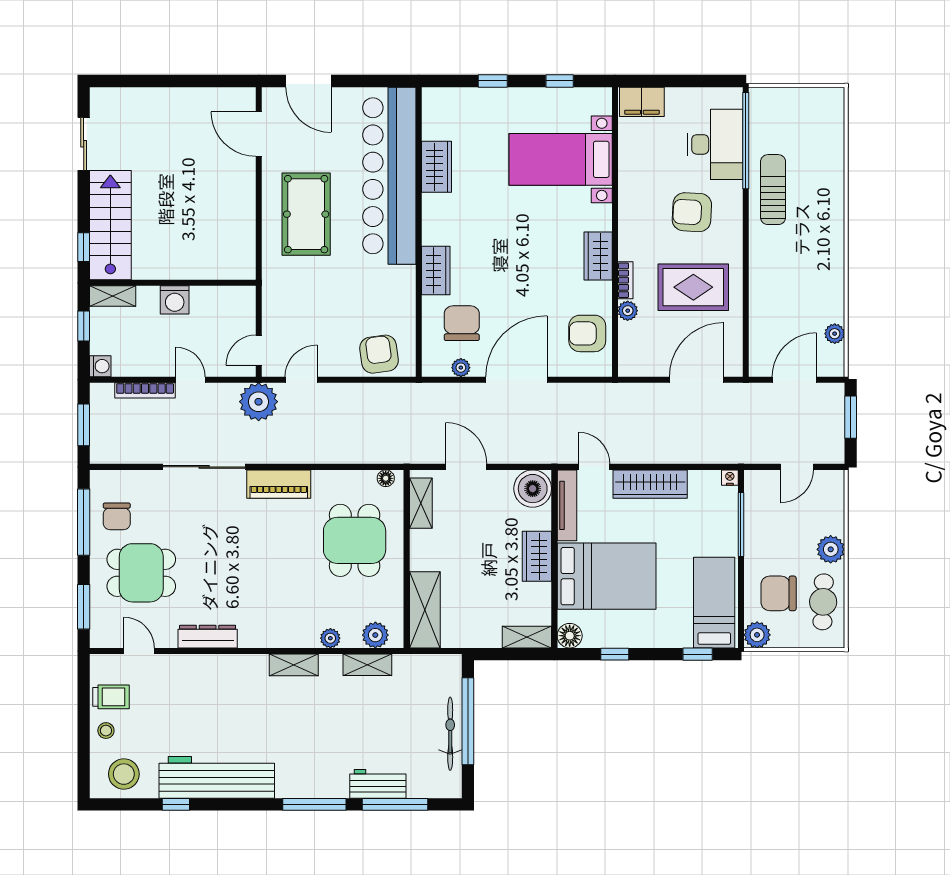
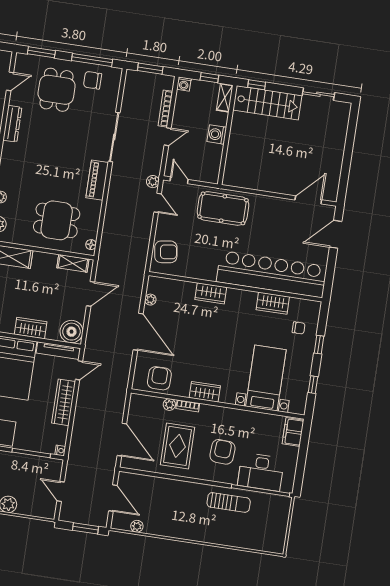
pool table: (306, 214) -> (223, 208), moved
chair: (462, 323) -> (299, 328), moved, width x0.54, depth x0.54
plant: (259, 402) -> (153, 182), width x0.53, depth x0.53

